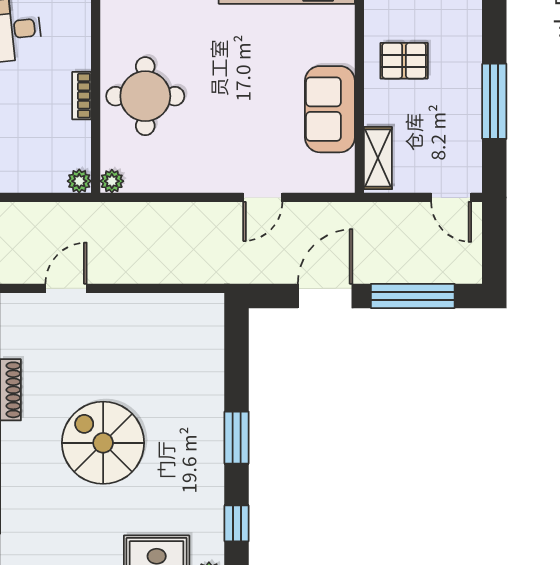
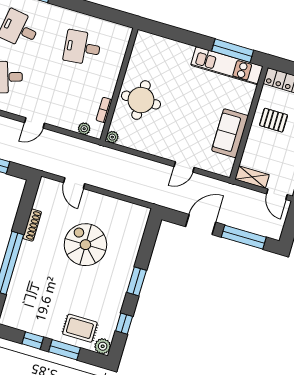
bookcase: (82, 96) -> (104, 110), moved
shelving: (378, 158) -> (252, 177), moved, turned 90
plant: (79, 181) -> (84, 129), moved
door: (66, 288) -> (74, 183), swing flipped
spiral stairs: (103, 443) -> (85, 245), moved

